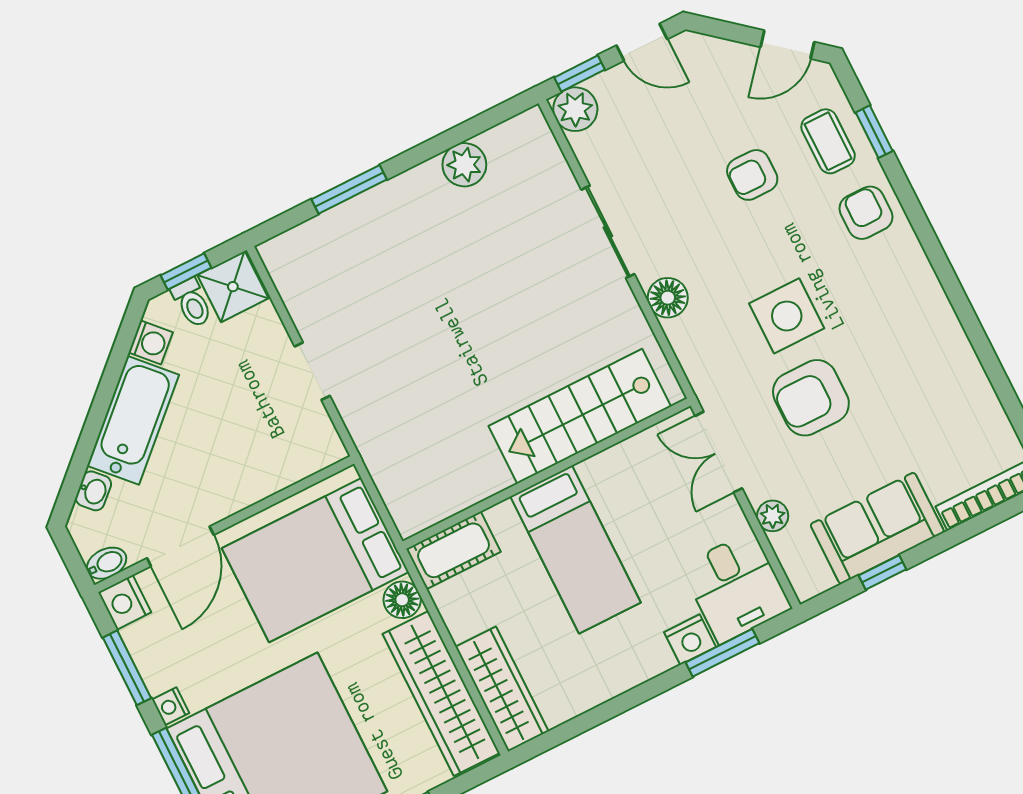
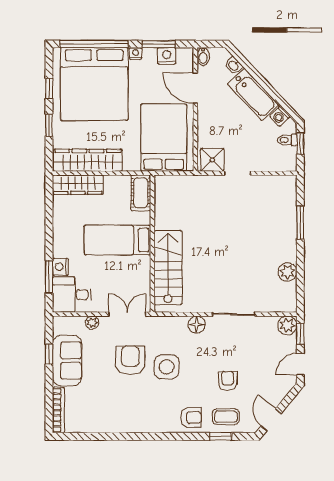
shower: (233, 287) -> (212, 160), moved
floor lamp: (402, 600) -> (132, 163), removed
nightstand: (125, 602) -> (167, 56), moved

